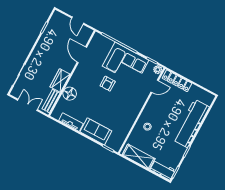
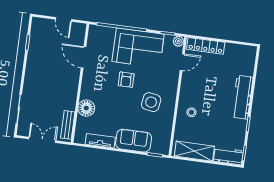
wardrobe: (60, 81) -> (69, 97), removed
side table: (120, 108) -> (151, 102), added
workbench: (191, 123) -> (242, 97), width x0.73, depth x0.76

